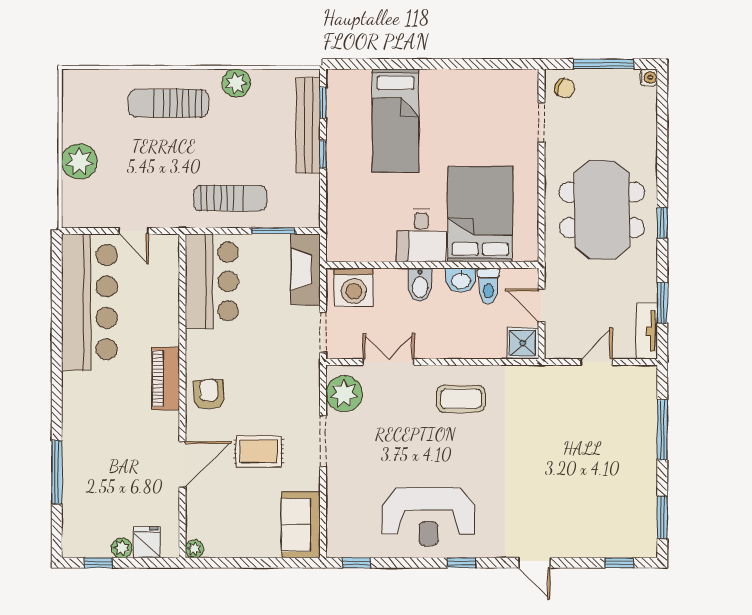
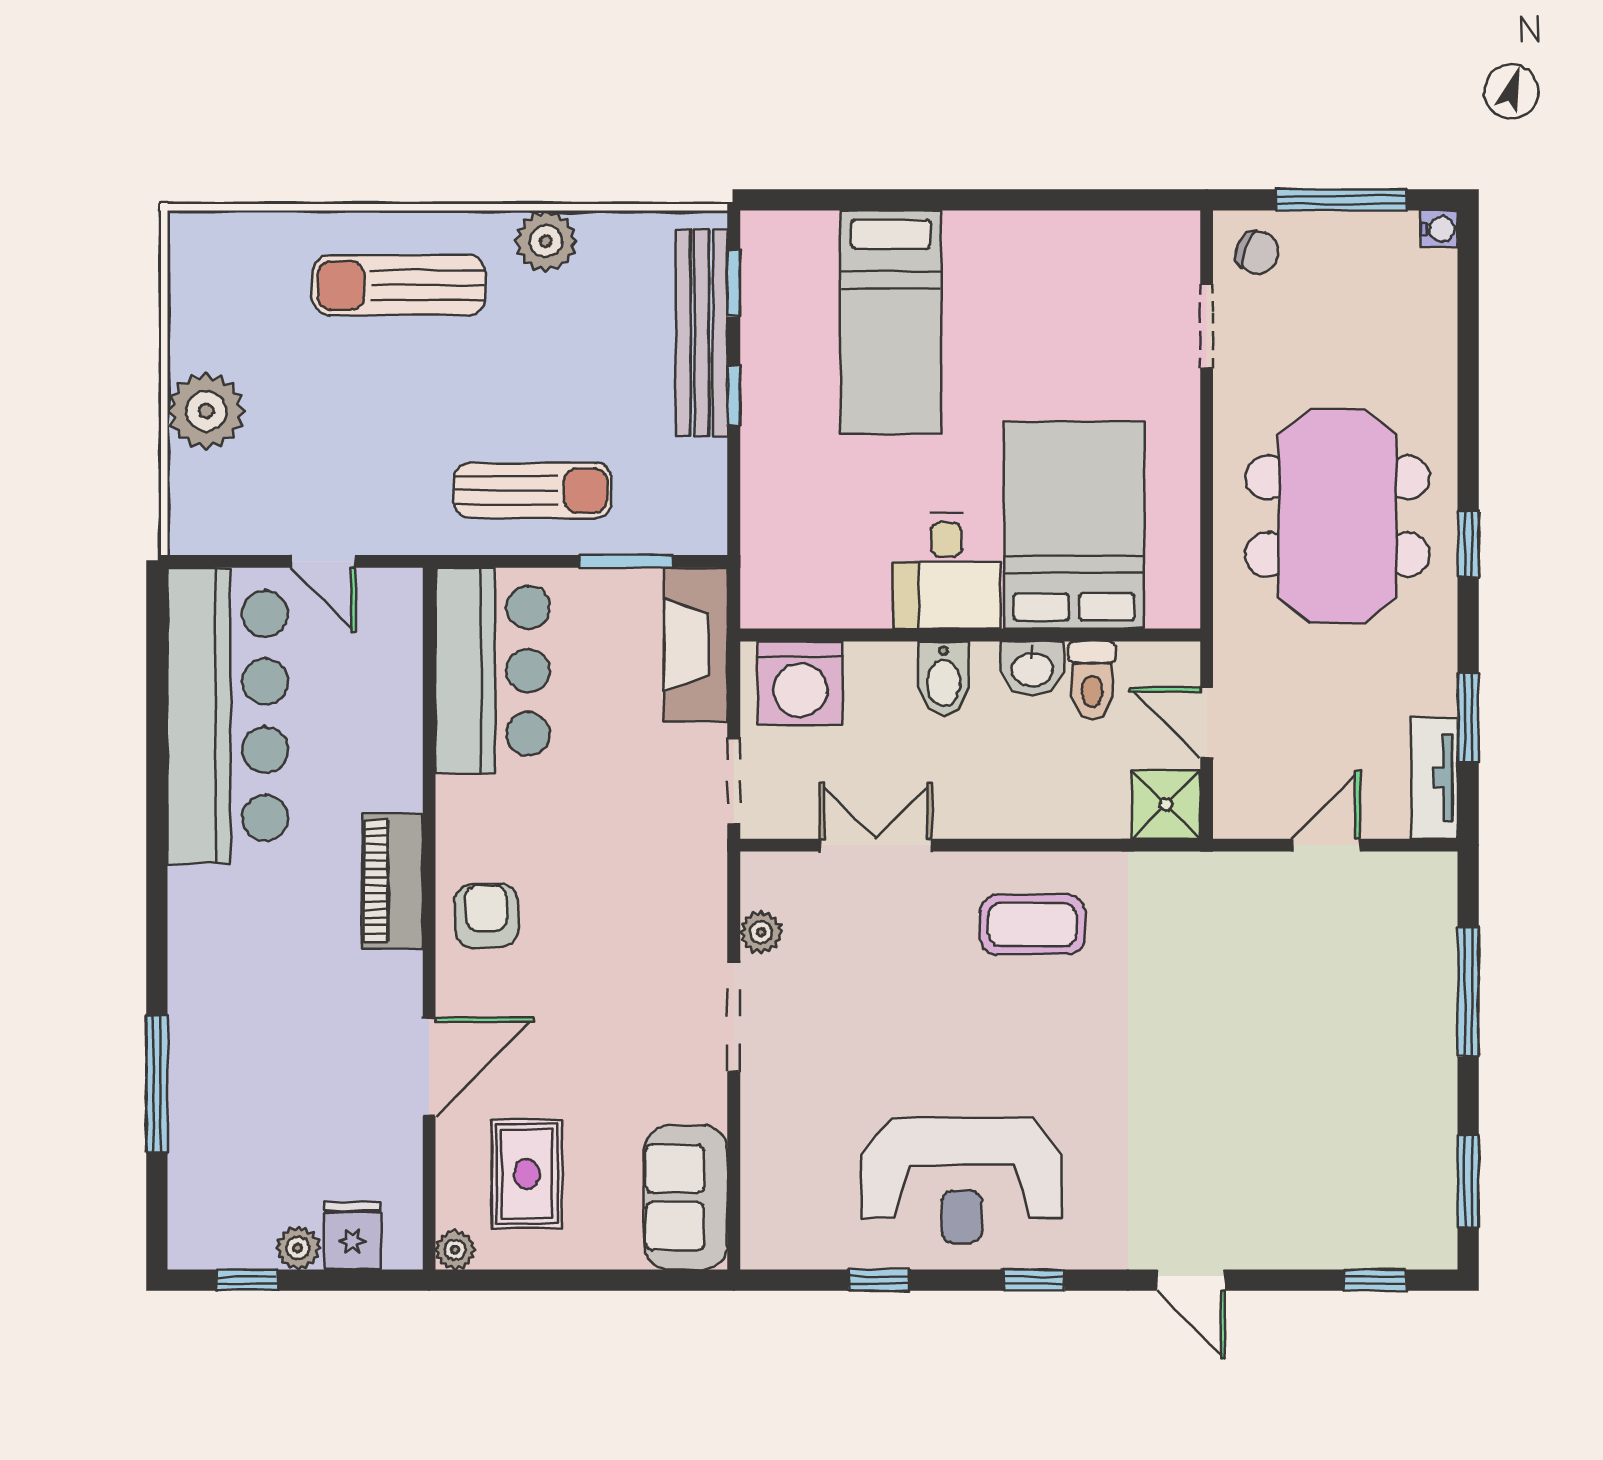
plant: (344, 394) -> (761, 932), width x0.53, depth x0.53
rug: (259, 451) -> (527, 1174), moved, turned 90
window: (357, 563) -> (879, 1280), moved

